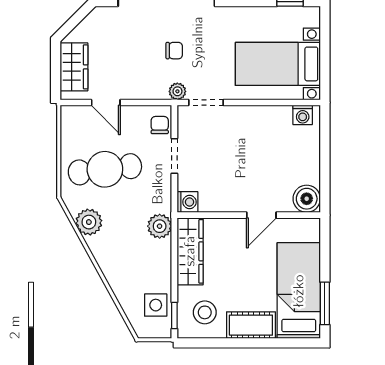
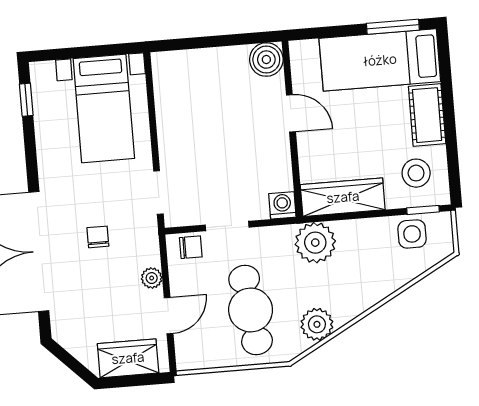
plant: (177, 91) -> (152, 278), moved
washing machine: (303, 115) -> (164, 73), removed
chair: (160, 125) -> (191, 247), turned 180
plant: (160, 226) -> (315, 243), width x1.36, depth x1.36

